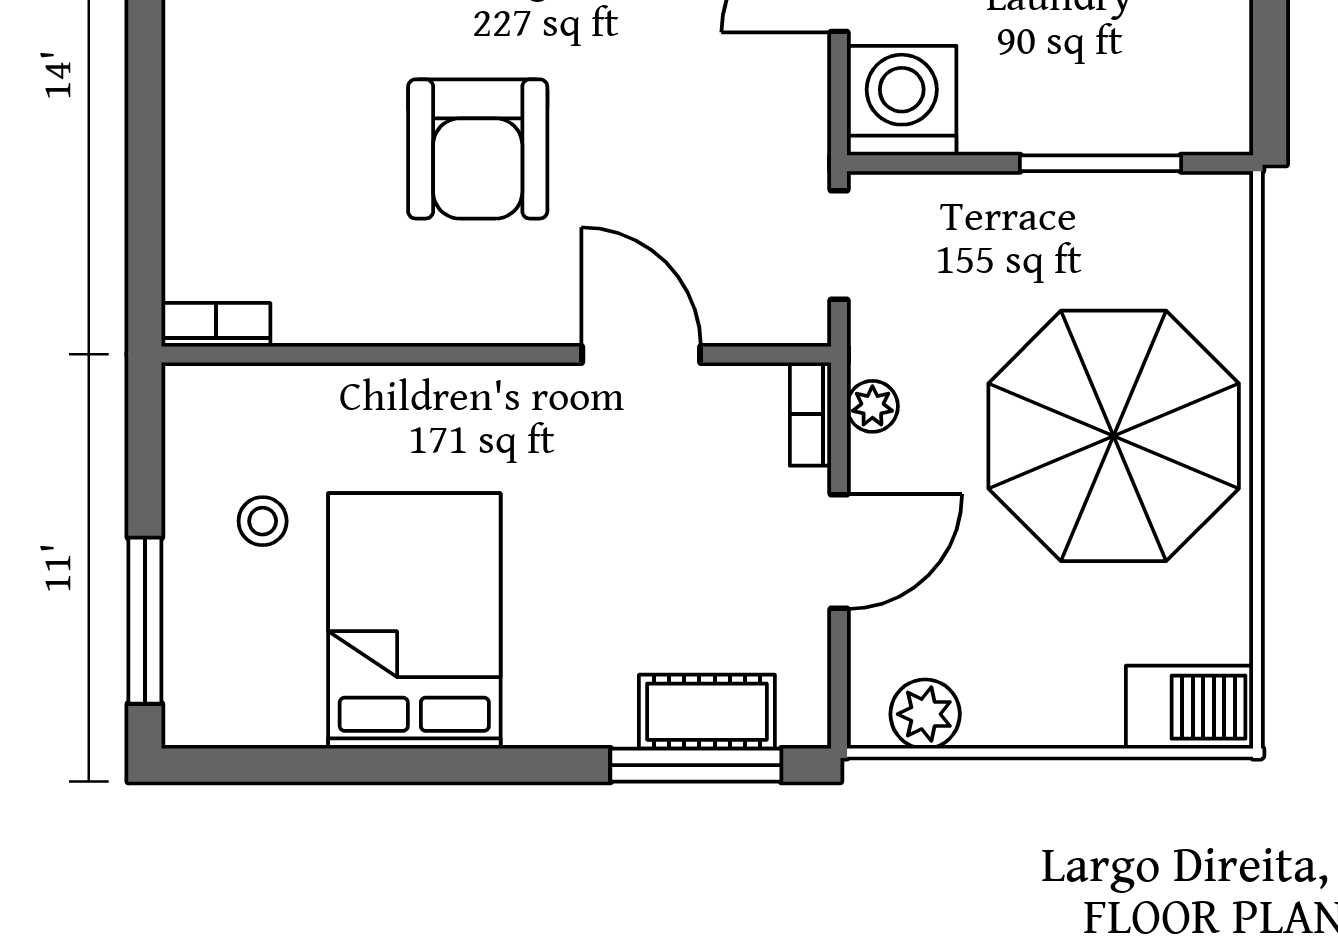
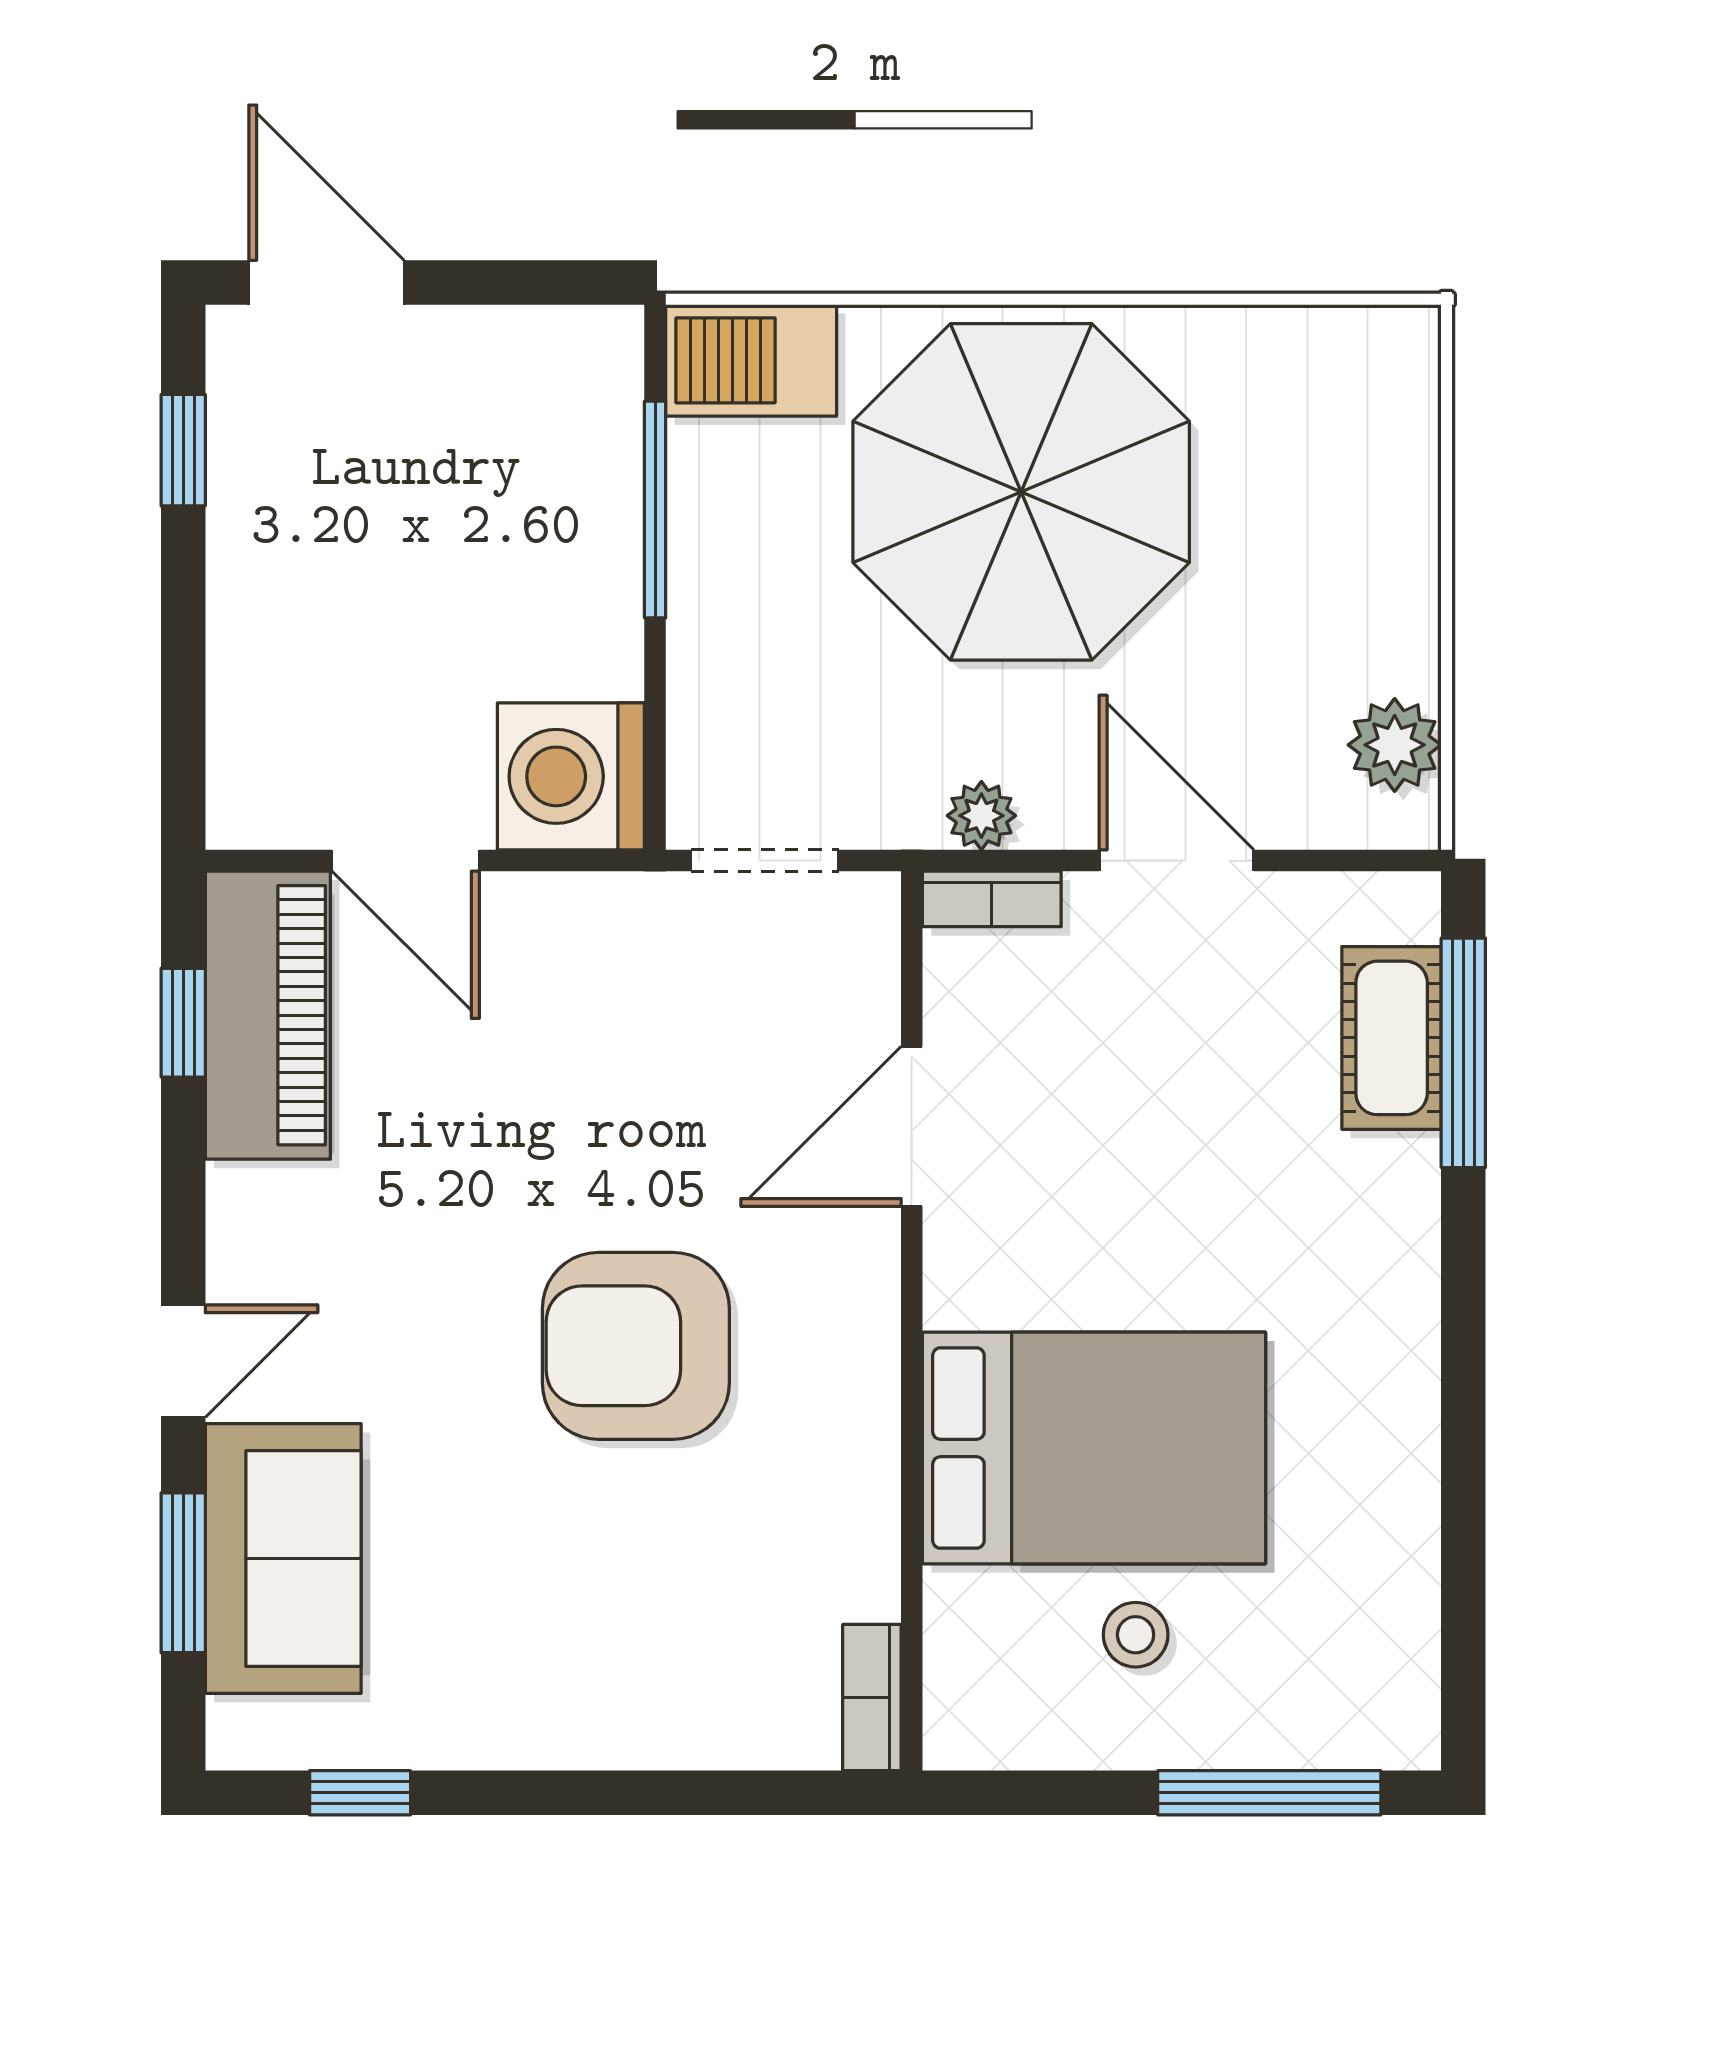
armchair: (478, 149) -> (636, 1346), turned 180
bed: (414, 621) -> (1094, 1448), moved, turned 180
barbecue: (1189, 707) -> (751, 360), moved, turned -90

